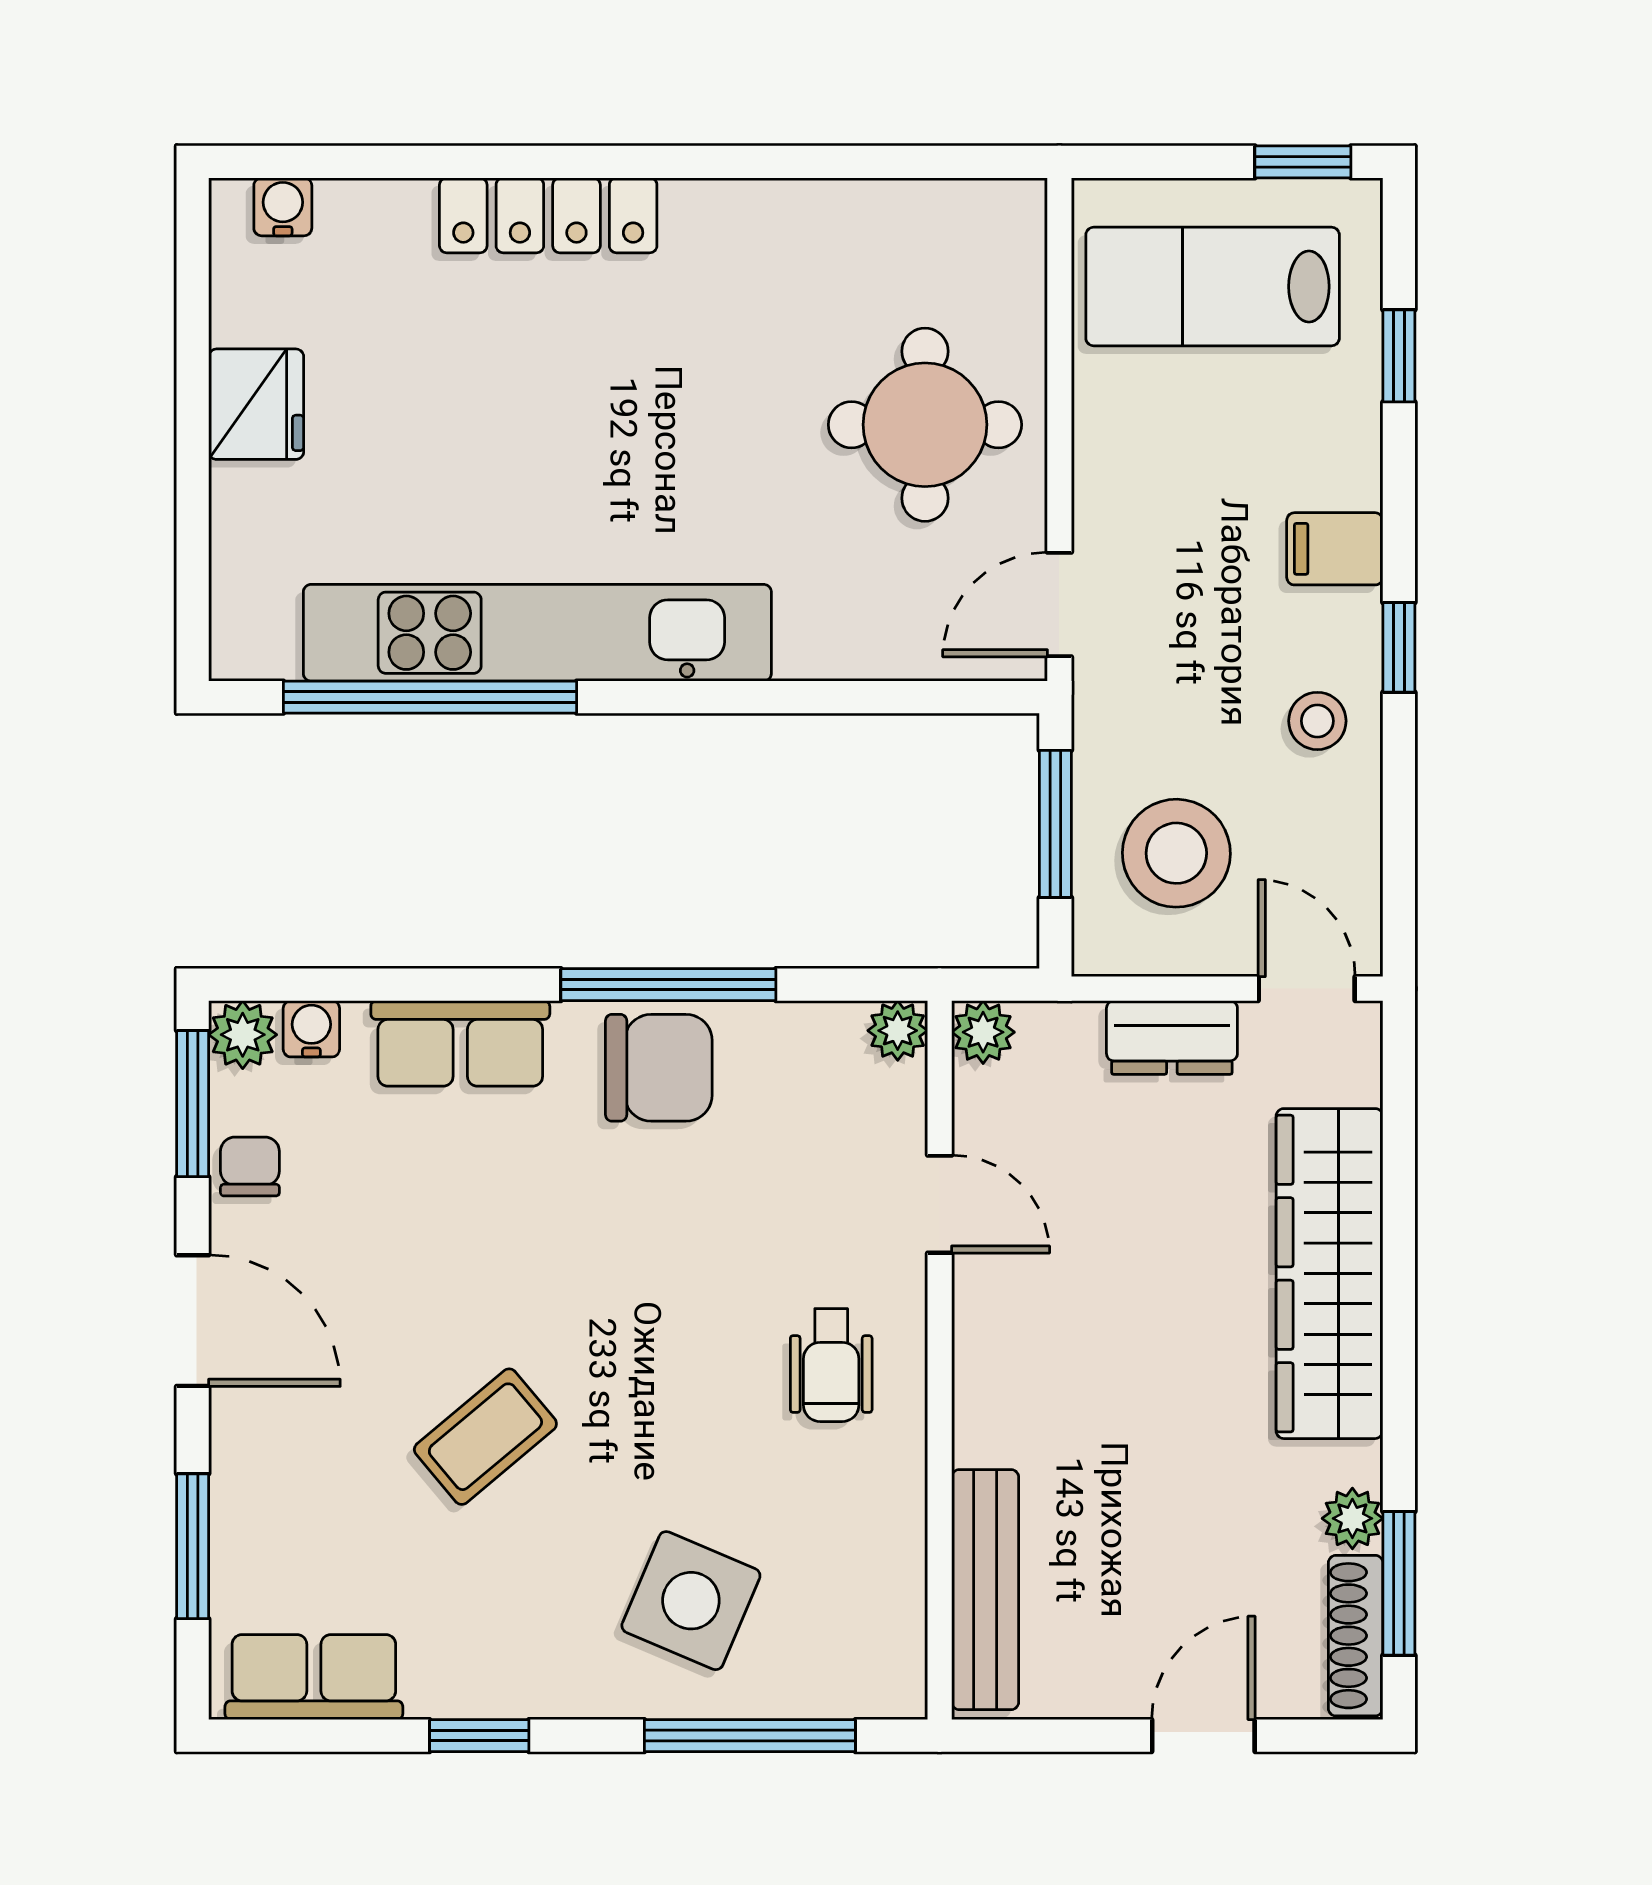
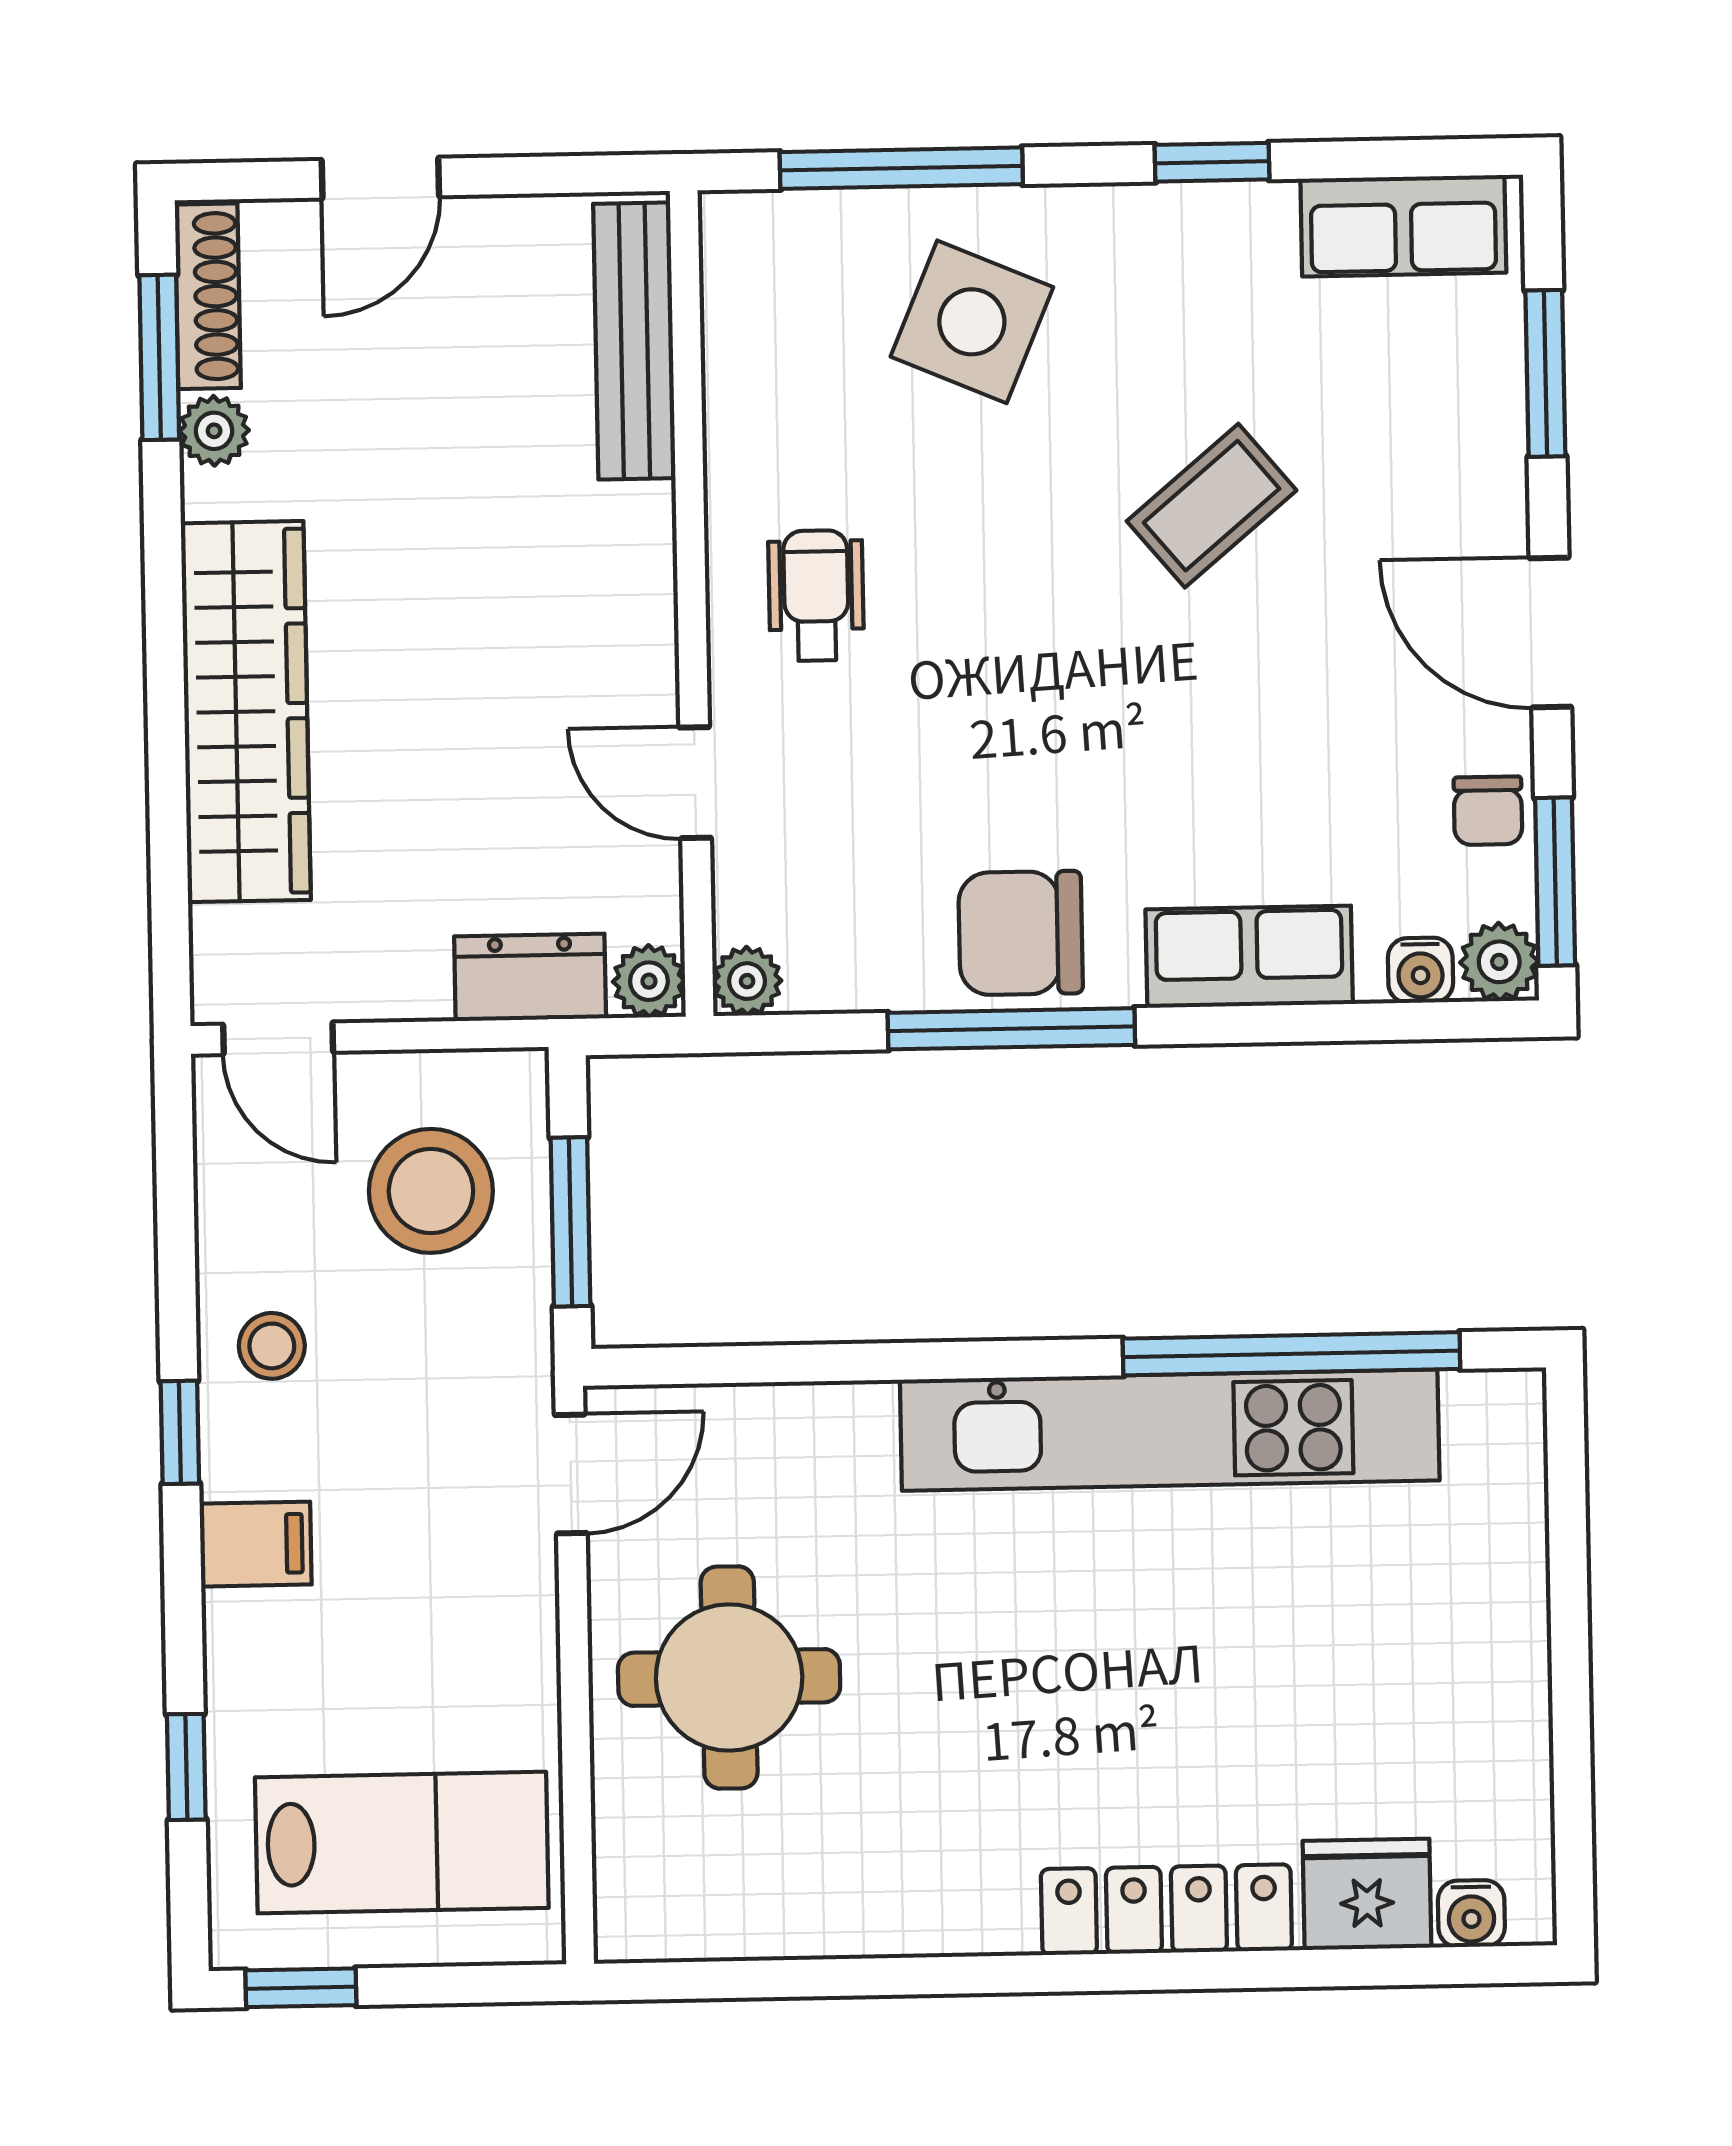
fridge: (256, 404) -> (1367, 1894), moved, turned 90
dresser: (1172, 1037) -> (530, 977), moved

